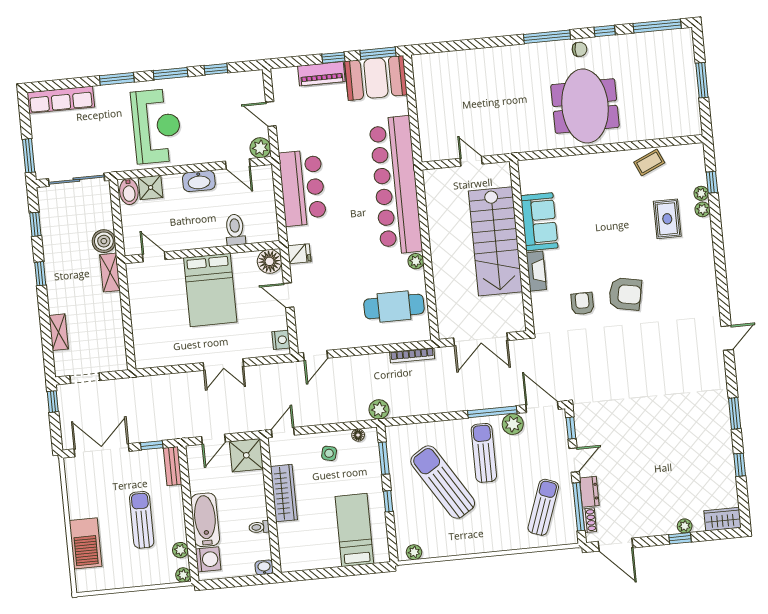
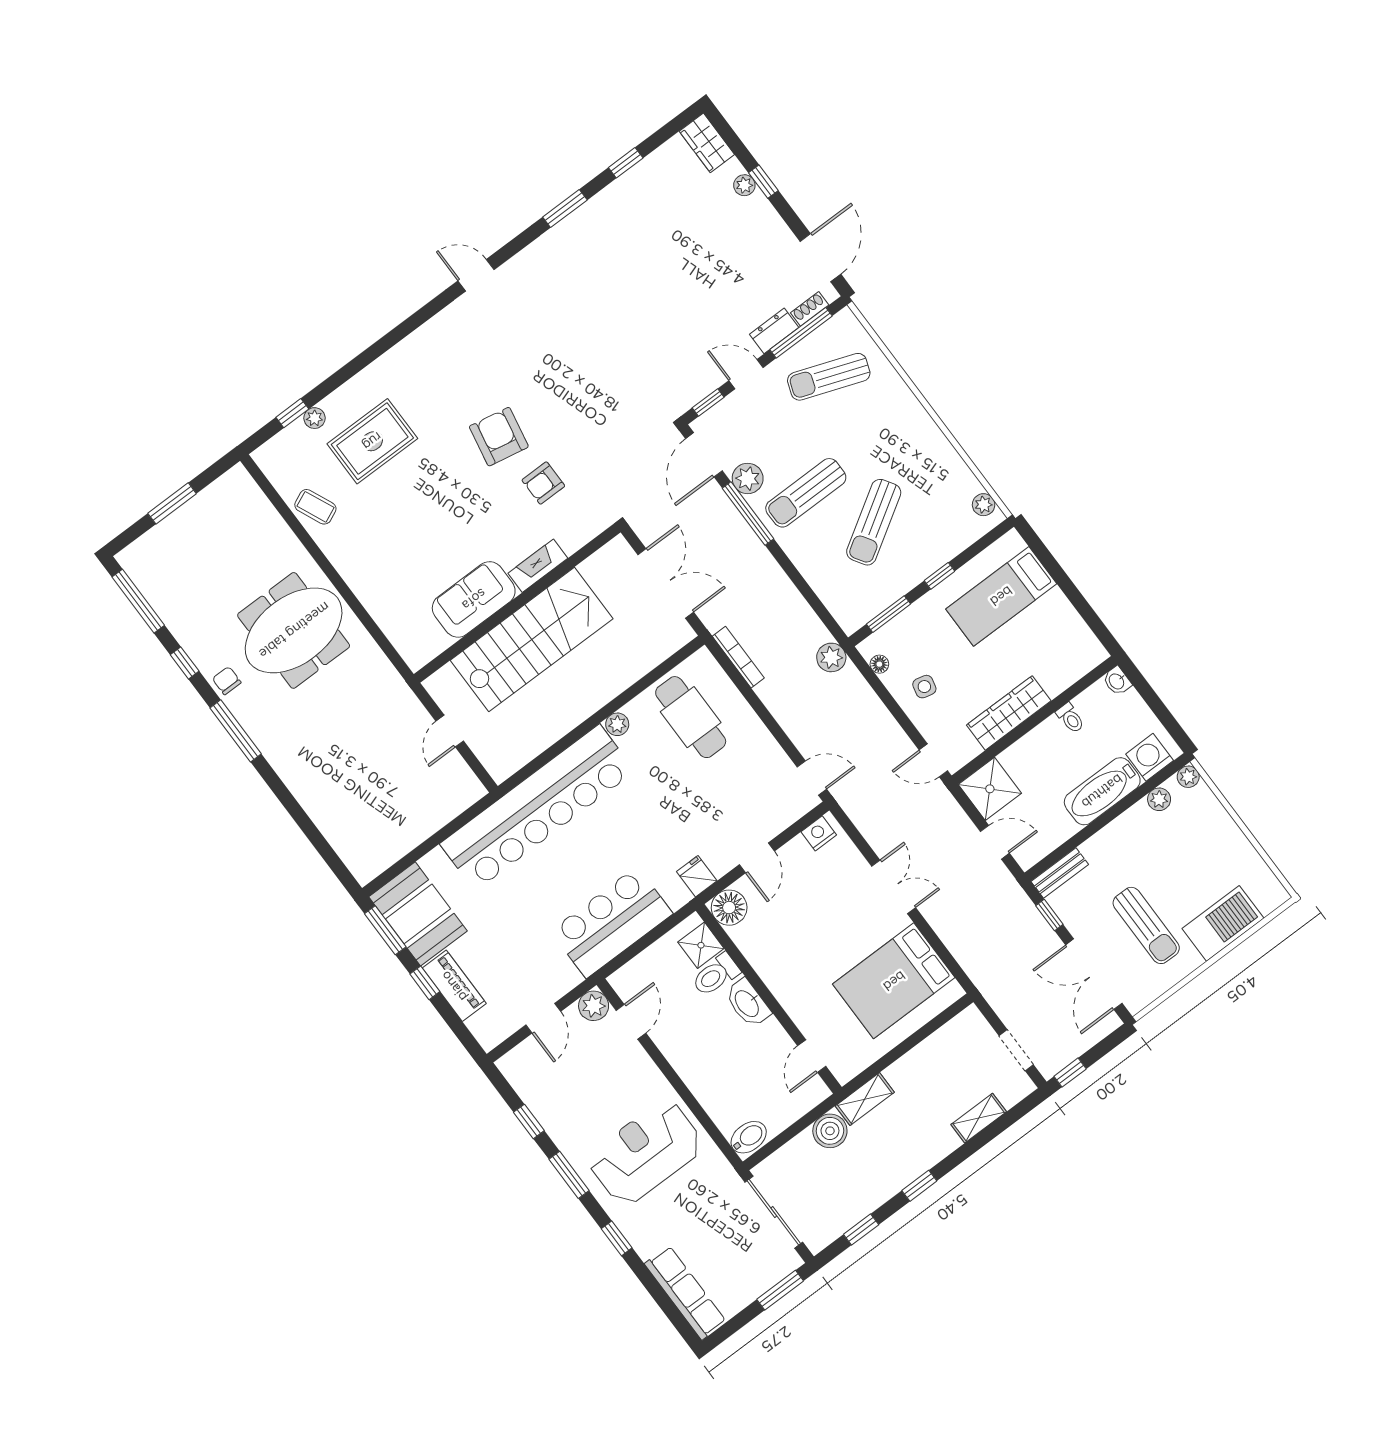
window: (117, 79) -> (617, 1238), width x0.67
washbasin: (199, 181) -> (747, 1003), moved, turned 180
shower: (151, 187) -> (701, 945), moved
plant: (703, 209) -> (334, 404), removed
rug: (667, 219) -> (372, 441), width x1.36, depth x1.43
bed: (210, 290) -> (894, 981), moved, turned 180
sun lounger: (443, 482) -> (874, 522), width x0.73, depth x0.75
sun lounger: (142, 520) -> (1146, 925), moved, turned -90

